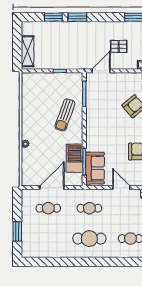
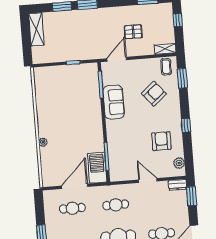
shelving: (28, 51) -> (36, 29), moved
sun lounger: (65, 115) -> (82, 109), removed
barbecue: (75, 158) -> (97, 168), moved
sofa: (95, 168) -> (114, 102), moved

